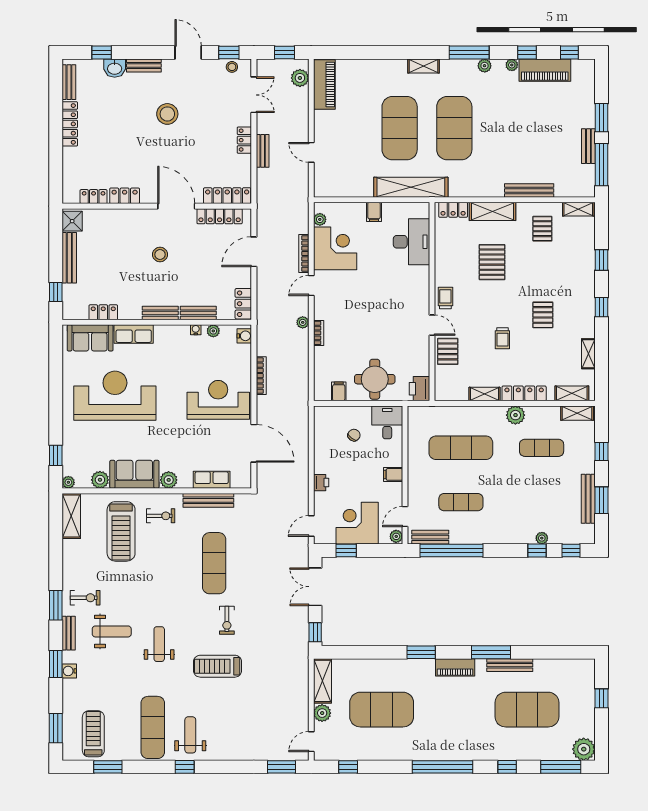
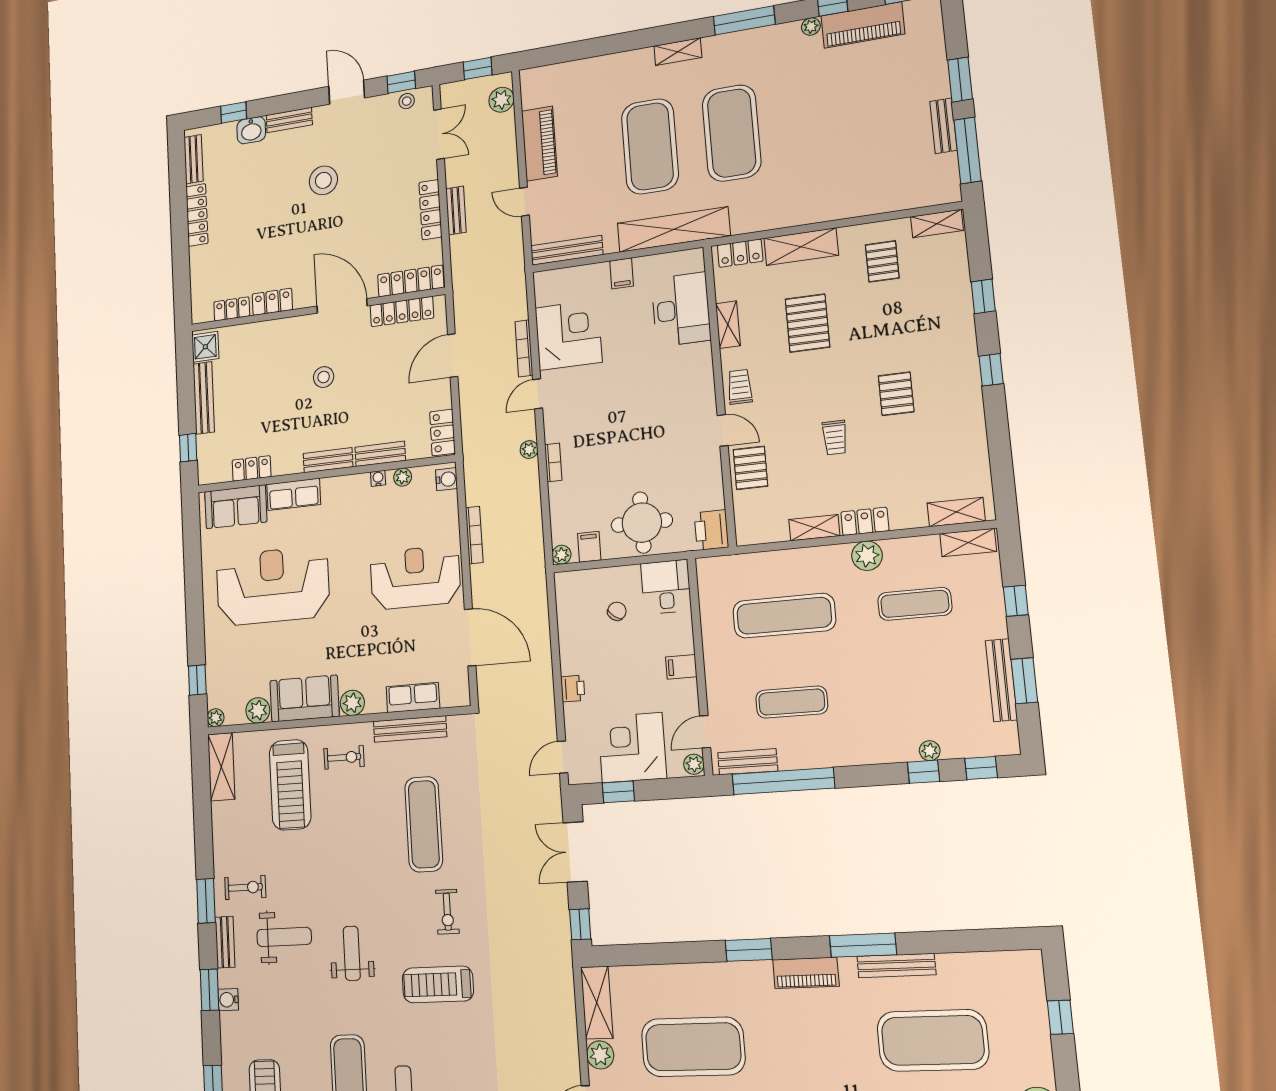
plant: (485, 66) -> (769, 35), removed
piano: (324, 84) -> (539, 144), moved
locker: (244, 140) -> (430, 210), width x1.53
bench: (529, 191) -> (567, 250), moved
plant: (320, 219) -> (562, 555), moved
shelving: (588, 354) -> (728, 325), moved
locker: (524, 393) -> (865, 521), width x0.66

